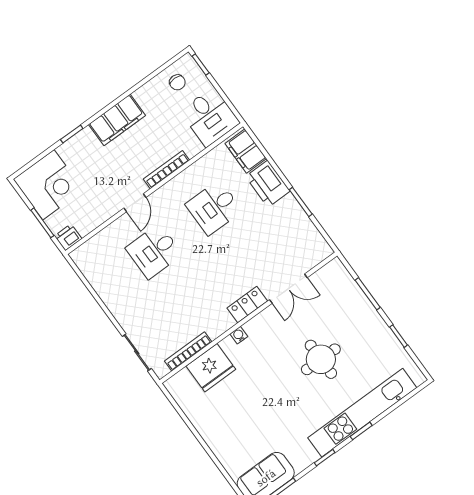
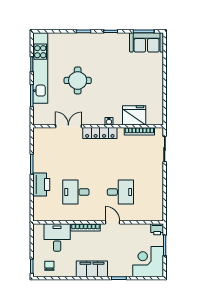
desk: (210, 117) -> (57, 237), moved
filing cabinet: (246, 151) -> (40, 208), removed
door: (135, 203) -> (113, 222), hinge flipped
desk: (214, 208) -> (76, 192), turned 180
locker: (247, 305) -> (100, 133), width x1.53
kitchen unit: (362, 413) -> (40, 68), moved, turned -90

